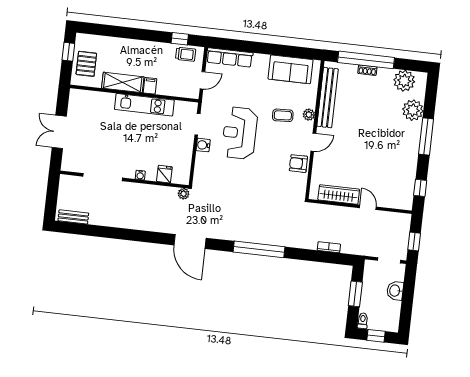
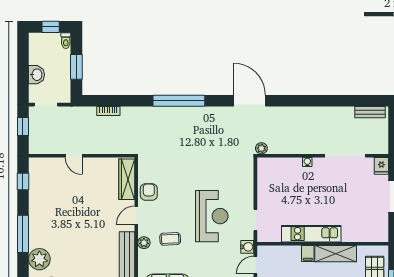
water cooler: (203, 145) -> (247, 247), moved
armchair: (298, 164) -> (149, 192), turned -90
fridge: (164, 174) -> (381, 166), moved
wardrobe: (339, 195) -> (127, 179), moved, turned 90

